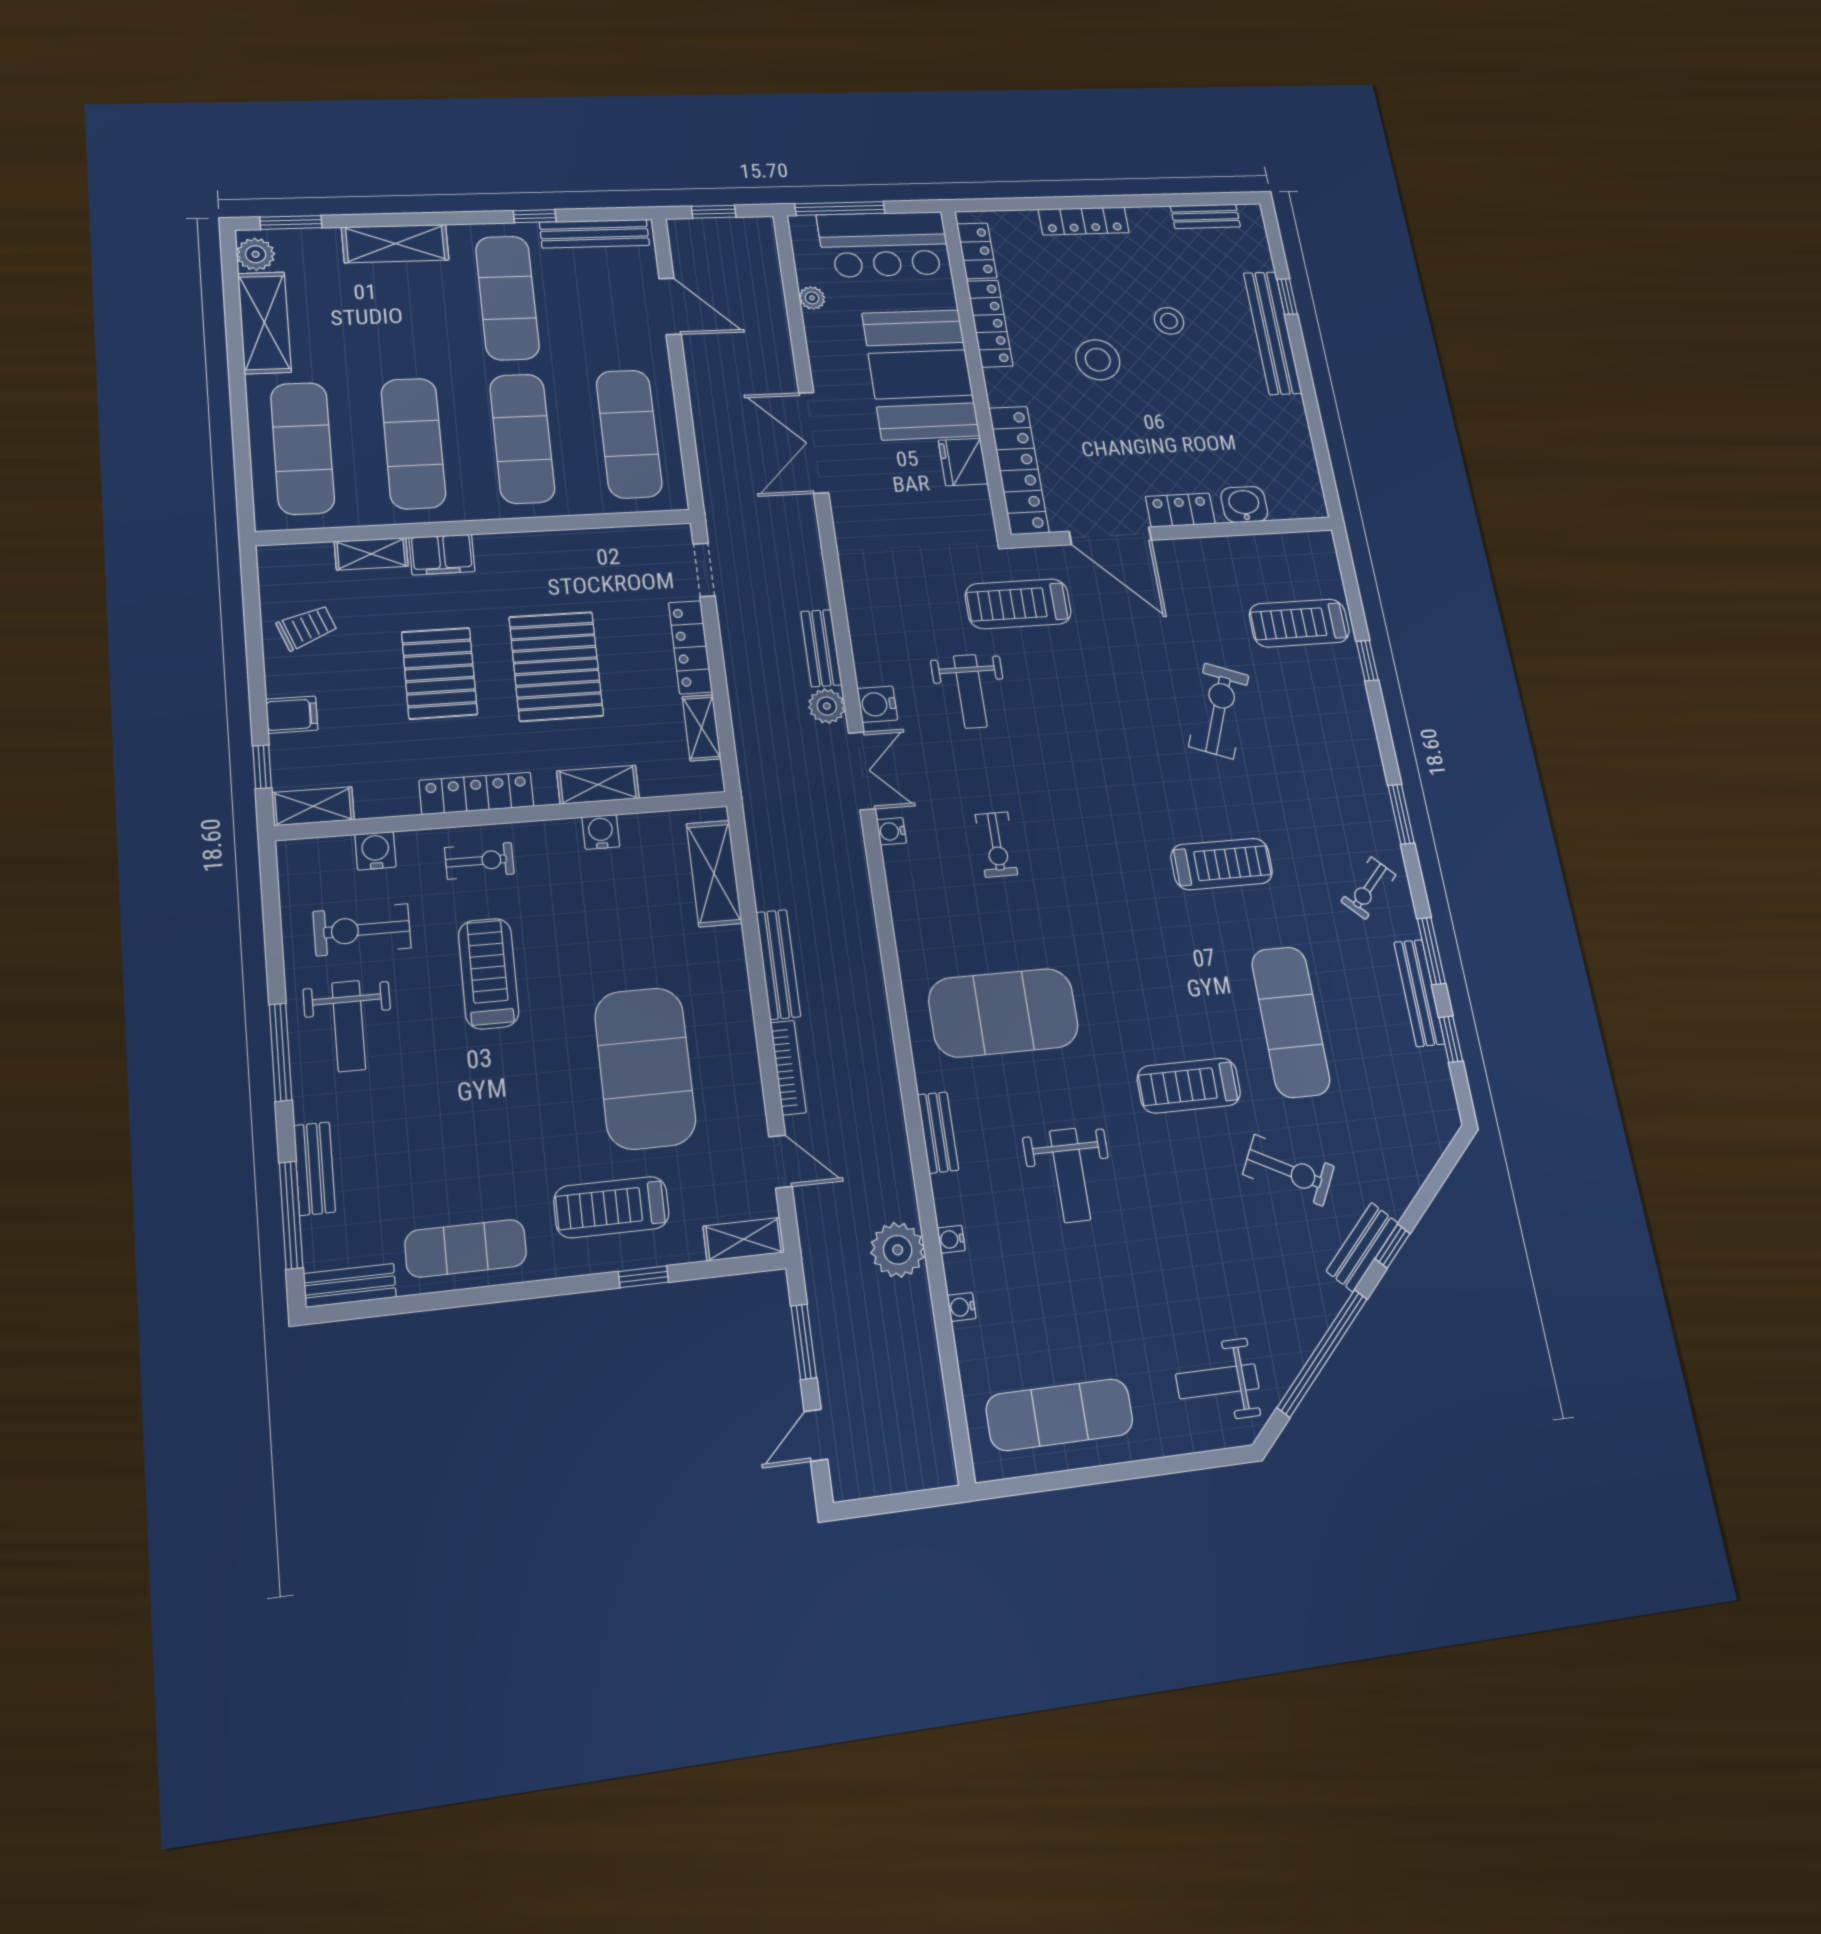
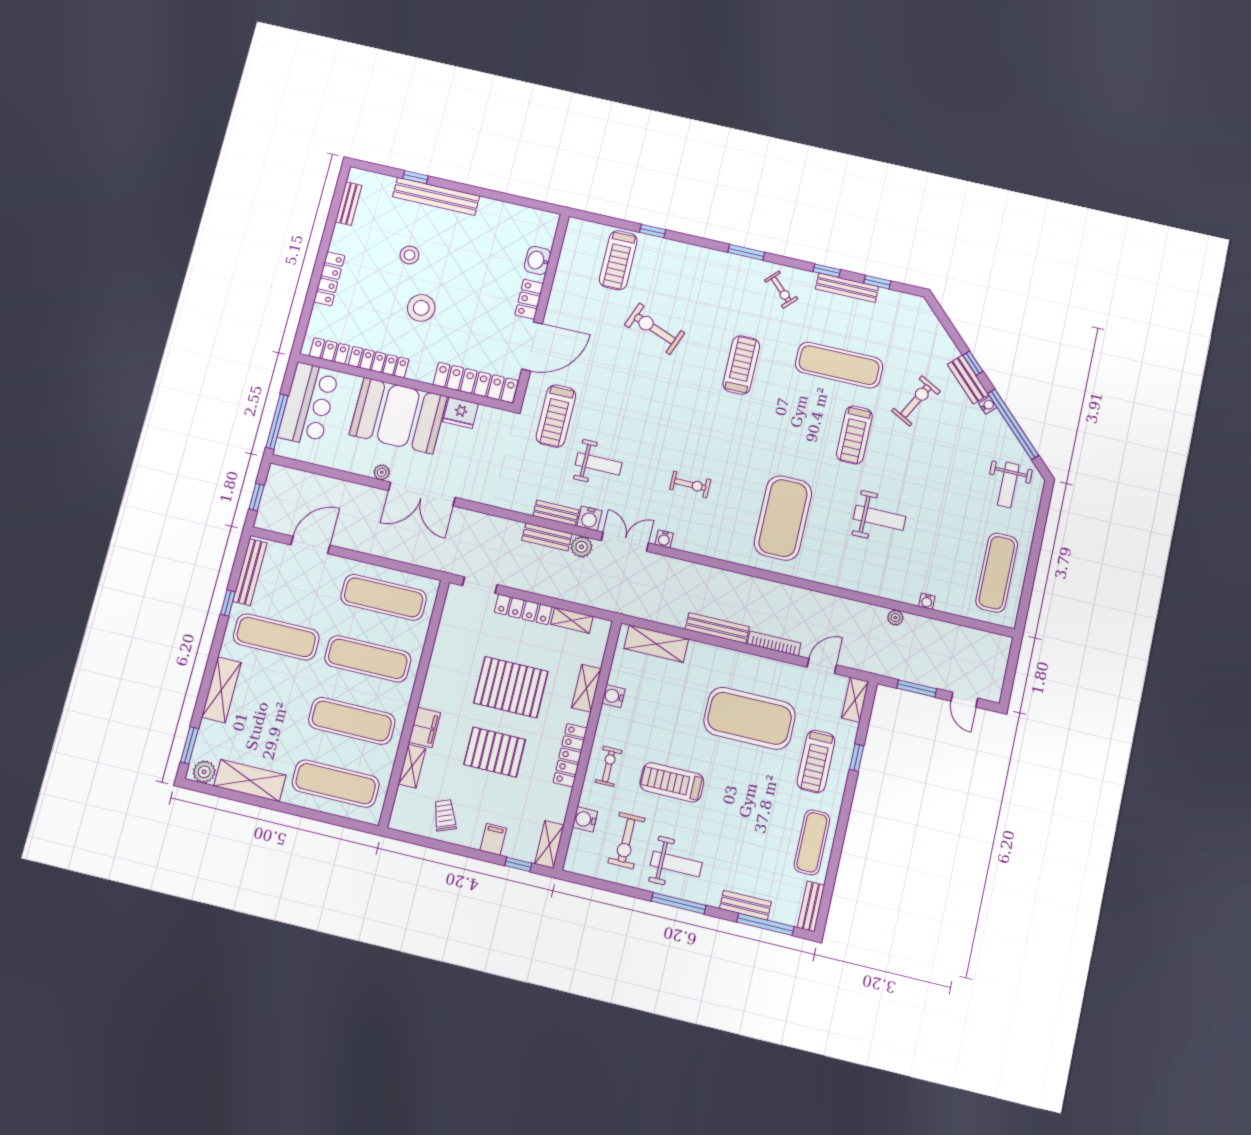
plant: (812, 298) -> (382, 472), moved
window: (1431, 951) -> (827, 271), width x0.67
bench: (938, 1132) -> (556, 513), moved
water cooler: (951, 1239) -> (988, 405), moved, turned -135
plant: (898, 1250) -> (895, 618), width x0.53, depth x0.53

